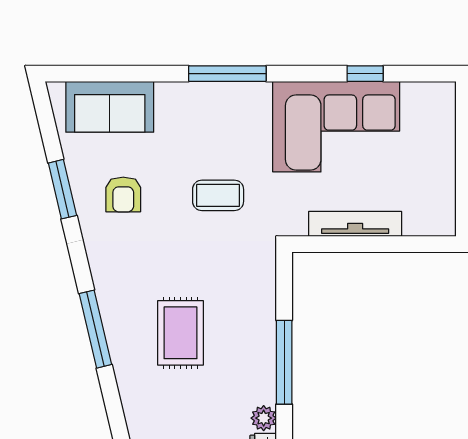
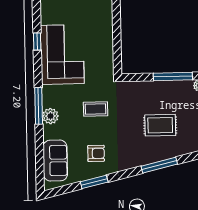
plant: (205, 99) -> (50, 116), added
coffee table: (218, 195) -> (96, 109), turned 90
tv unit: (355, 224) -> (108, 45), removed

